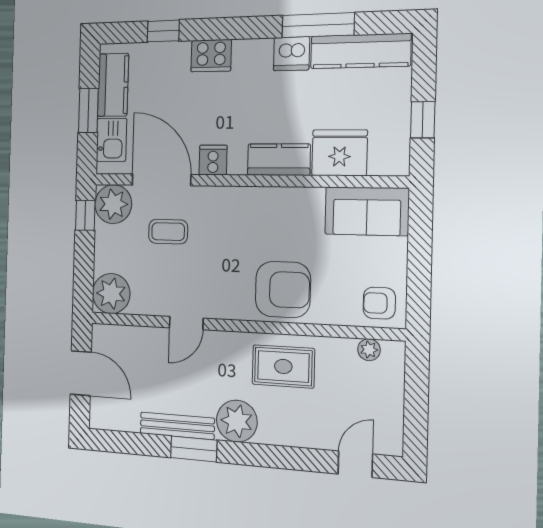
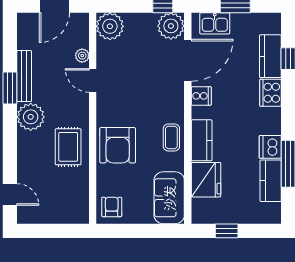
kitchen counter: (360, 51) -> (271, 181), width x0.67
kitchen counter: (113, 85) -> (270, 56), moved, turned 90
coffee table: (168, 232) -> (171, 137), moved
plant: (369, 350) -> (82, 56), moved

